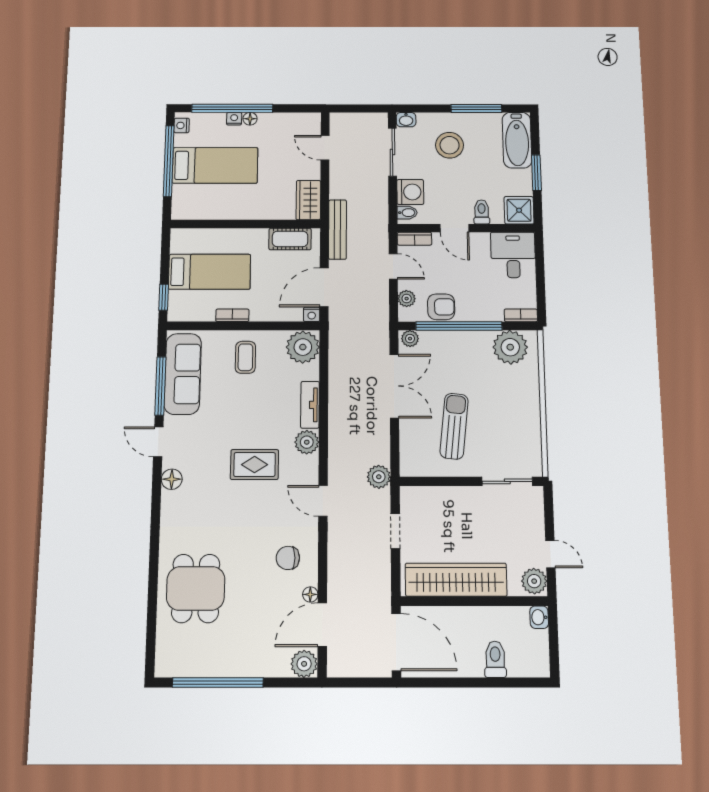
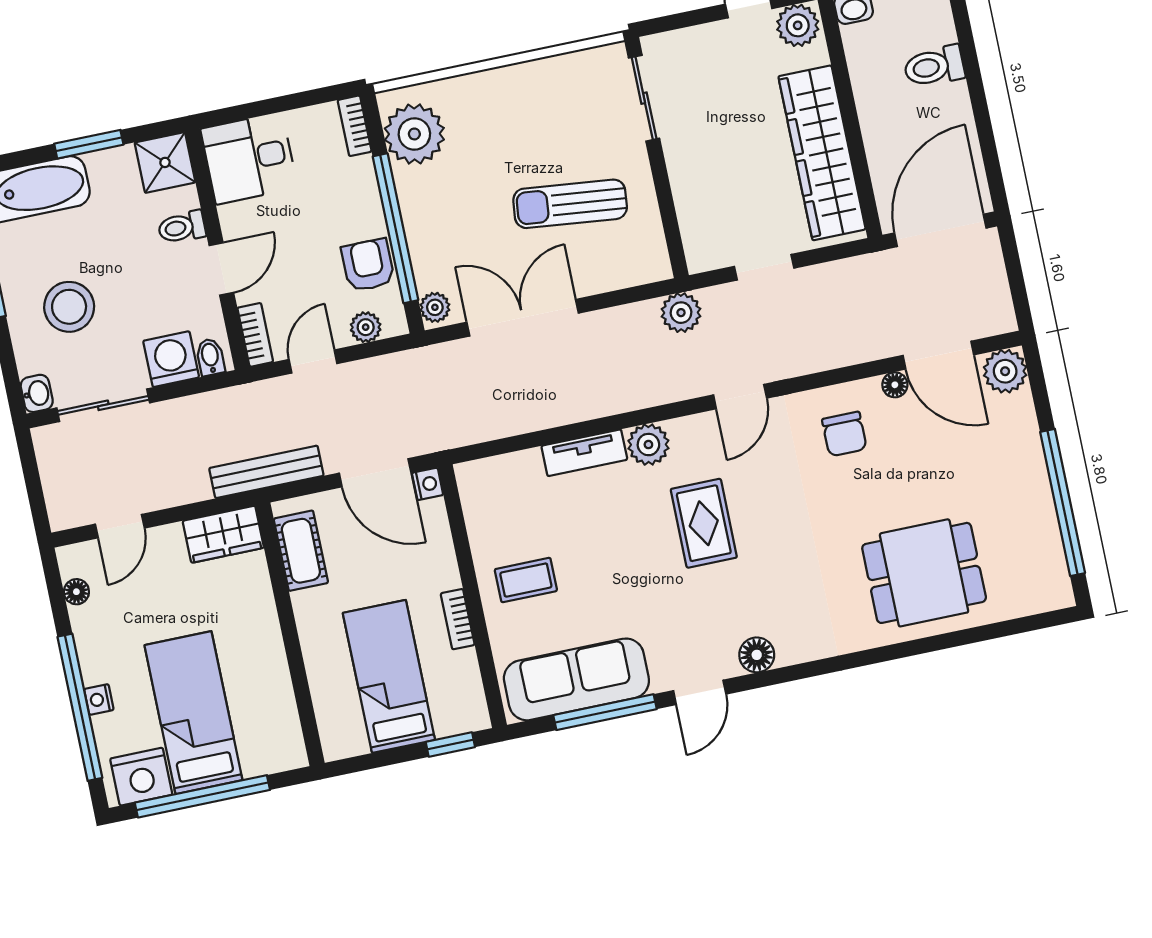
floor lamp: (250, 119) -> (76, 592), moved
nightstand: (182, 125) -> (141, 777), width x1.89, depth x1.79
plant: (303, 347) -> (488, 487), removed

